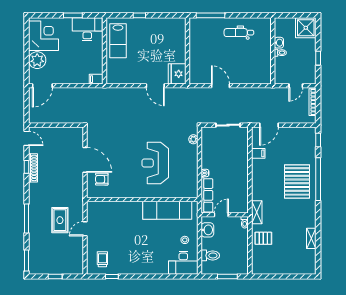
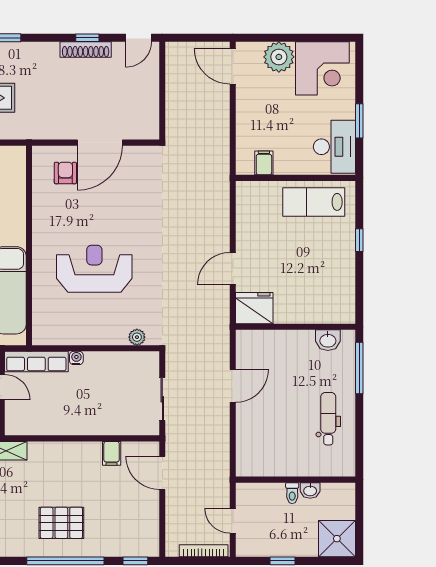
washbasin: (195, 33) -> (328, 340), added
filing cabinet: (96, 79) -> (264, 163), moved
pallet: (297, 181) -> (61, 523), width x0.73, depth x0.71

